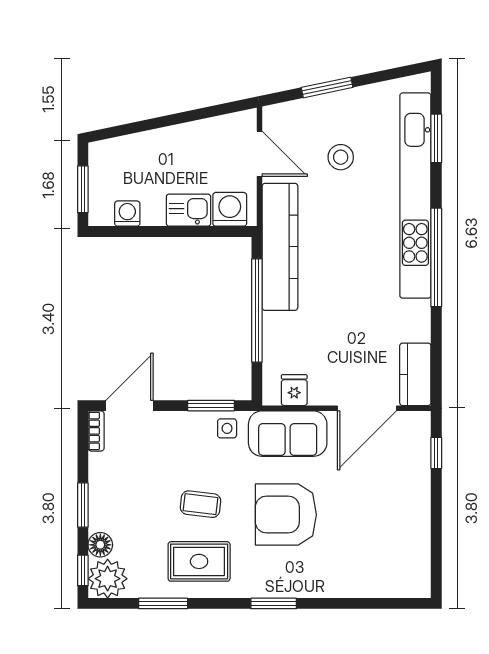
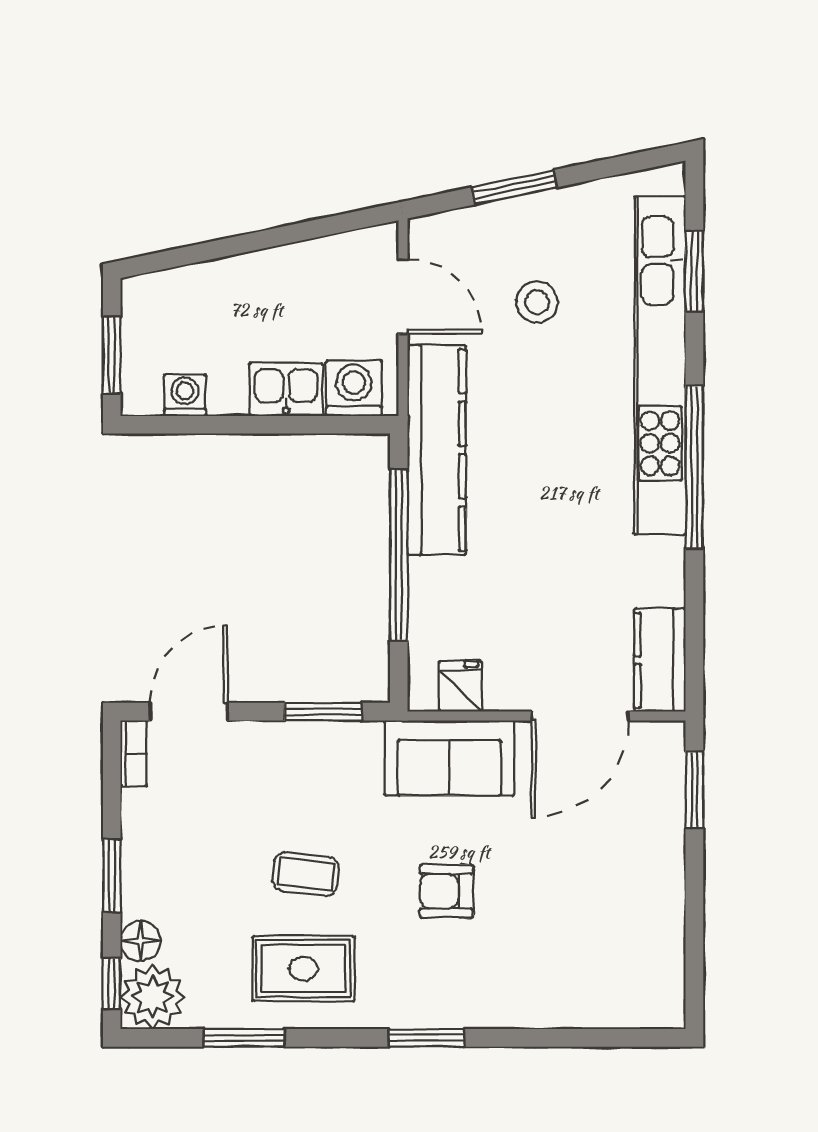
side table: (227, 428) -> (350, 749), removed
window: (436, 453) -> (694, 790), width x1.50
armchair: (286, 515) -> (447, 891), width x0.53, depth x0.53

